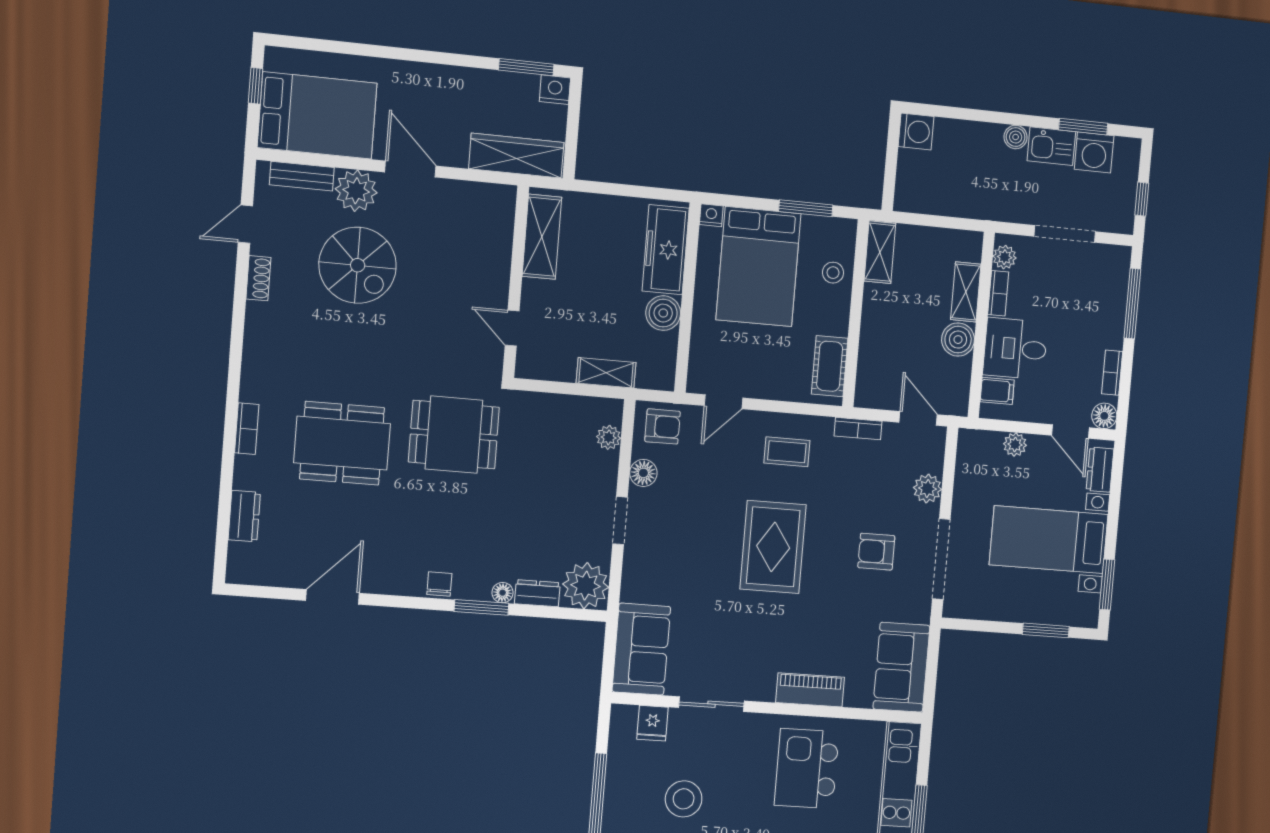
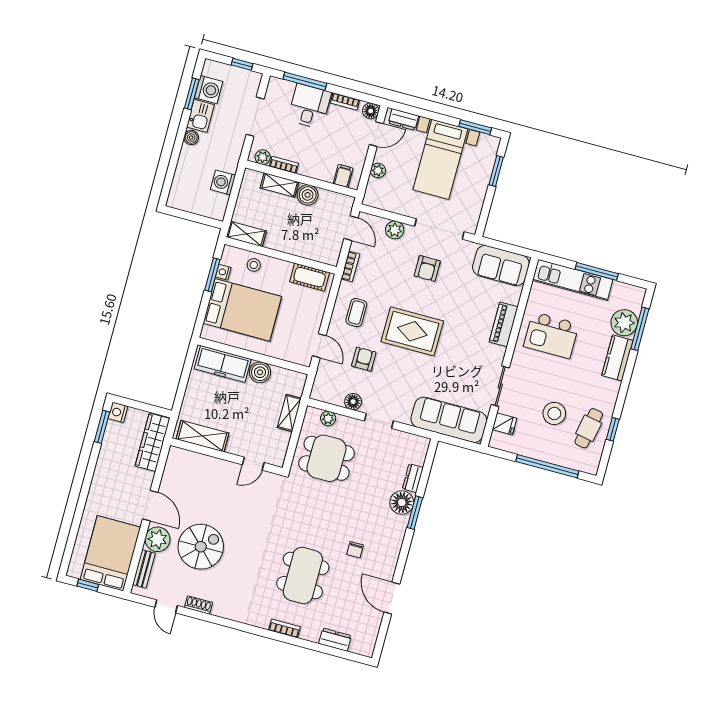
washing machine: (916, 132) -> (223, 182), moved, turned -90
door: (410, 169) -> (150, 506), swing flipped
nightstand: (711, 215) -> (223, 272), moved
desk: (1015, 349) -> (309, 106), moved, turned 180
door: (918, 418) -> (351, 228), swing flipped
armchair: (663, 426) -> (364, 359), moved
dining table: (454, 435) -> (327, 458), moved, turned 90
chair: (439, 584) -> (355, 550), moved, turned -90
plant: (586, 586) -> (414, 449), removed
floor lamp: (503, 593) -> (402, 503), width x1.89, depth x1.89
sofa: (641, 649) -> (449, 420), width x1.36

